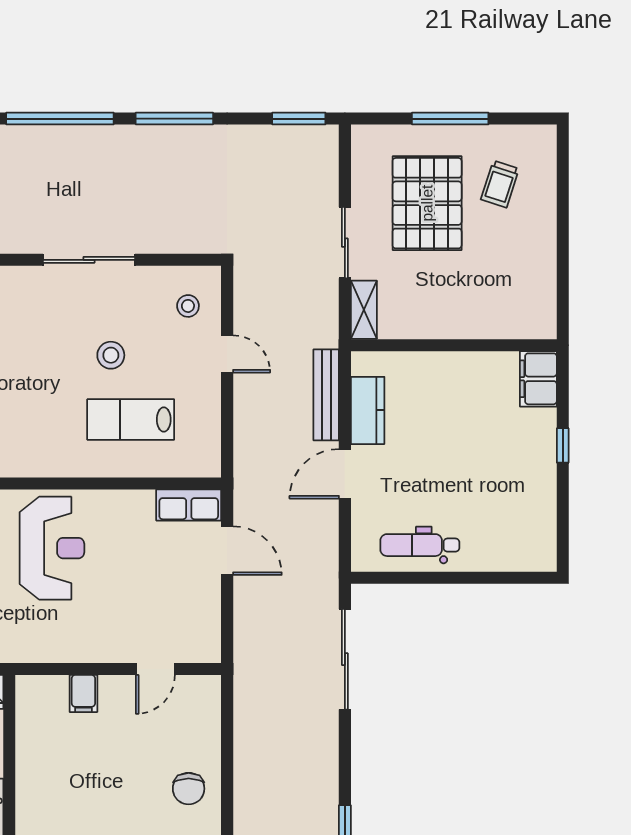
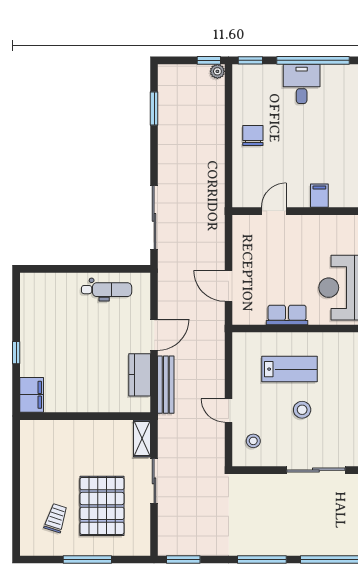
row of seats: (189, 505) -> (287, 315), moved

